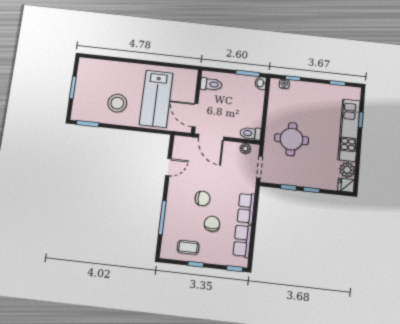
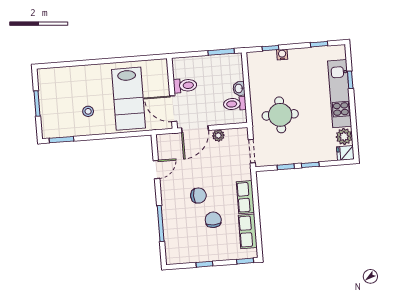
washbasin: (261, 83) -> (239, 88), moved
toilet: (211, 84) -> (185, 85), moved
water cooler: (284, 84) -> (282, 54), moved
stool: (117, 103) -> (88, 111), width x0.53, depth x0.53
toilet: (250, 133) -> (235, 104), moved
door: (211, 137) -> (195, 129), hinge flipped
plant: (245, 149) -> (218, 136), moved
coffee table: (188, 247) -> (193, 249), removed

